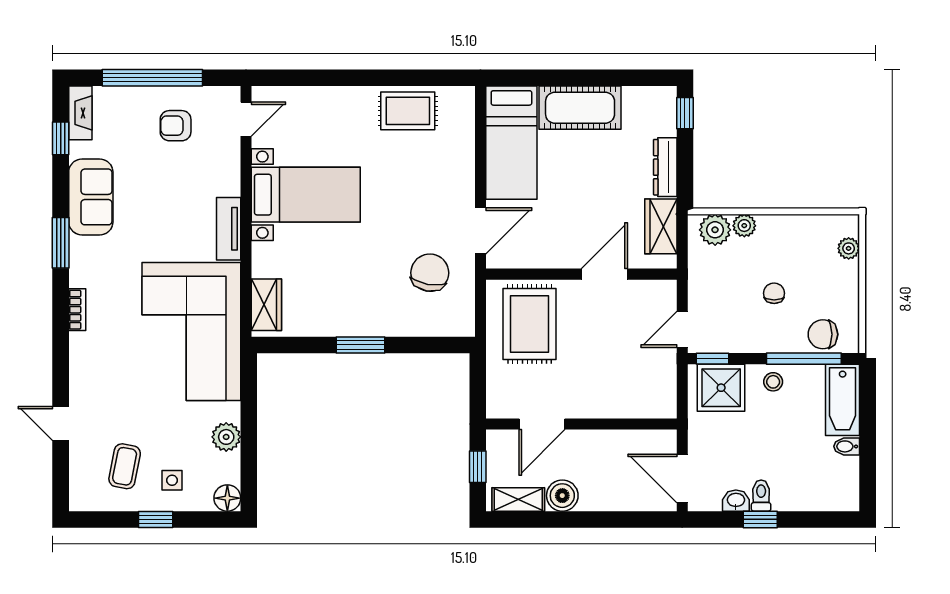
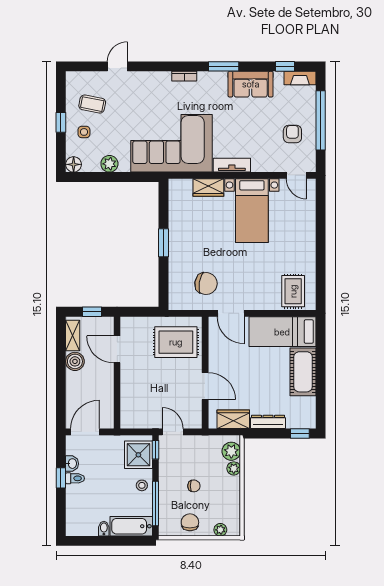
rug: (408, 111) -> (293, 291), moved
wardrobe: (266, 305) -> (208, 187), moved
chair: (823, 334) -> (190, 522), moved

